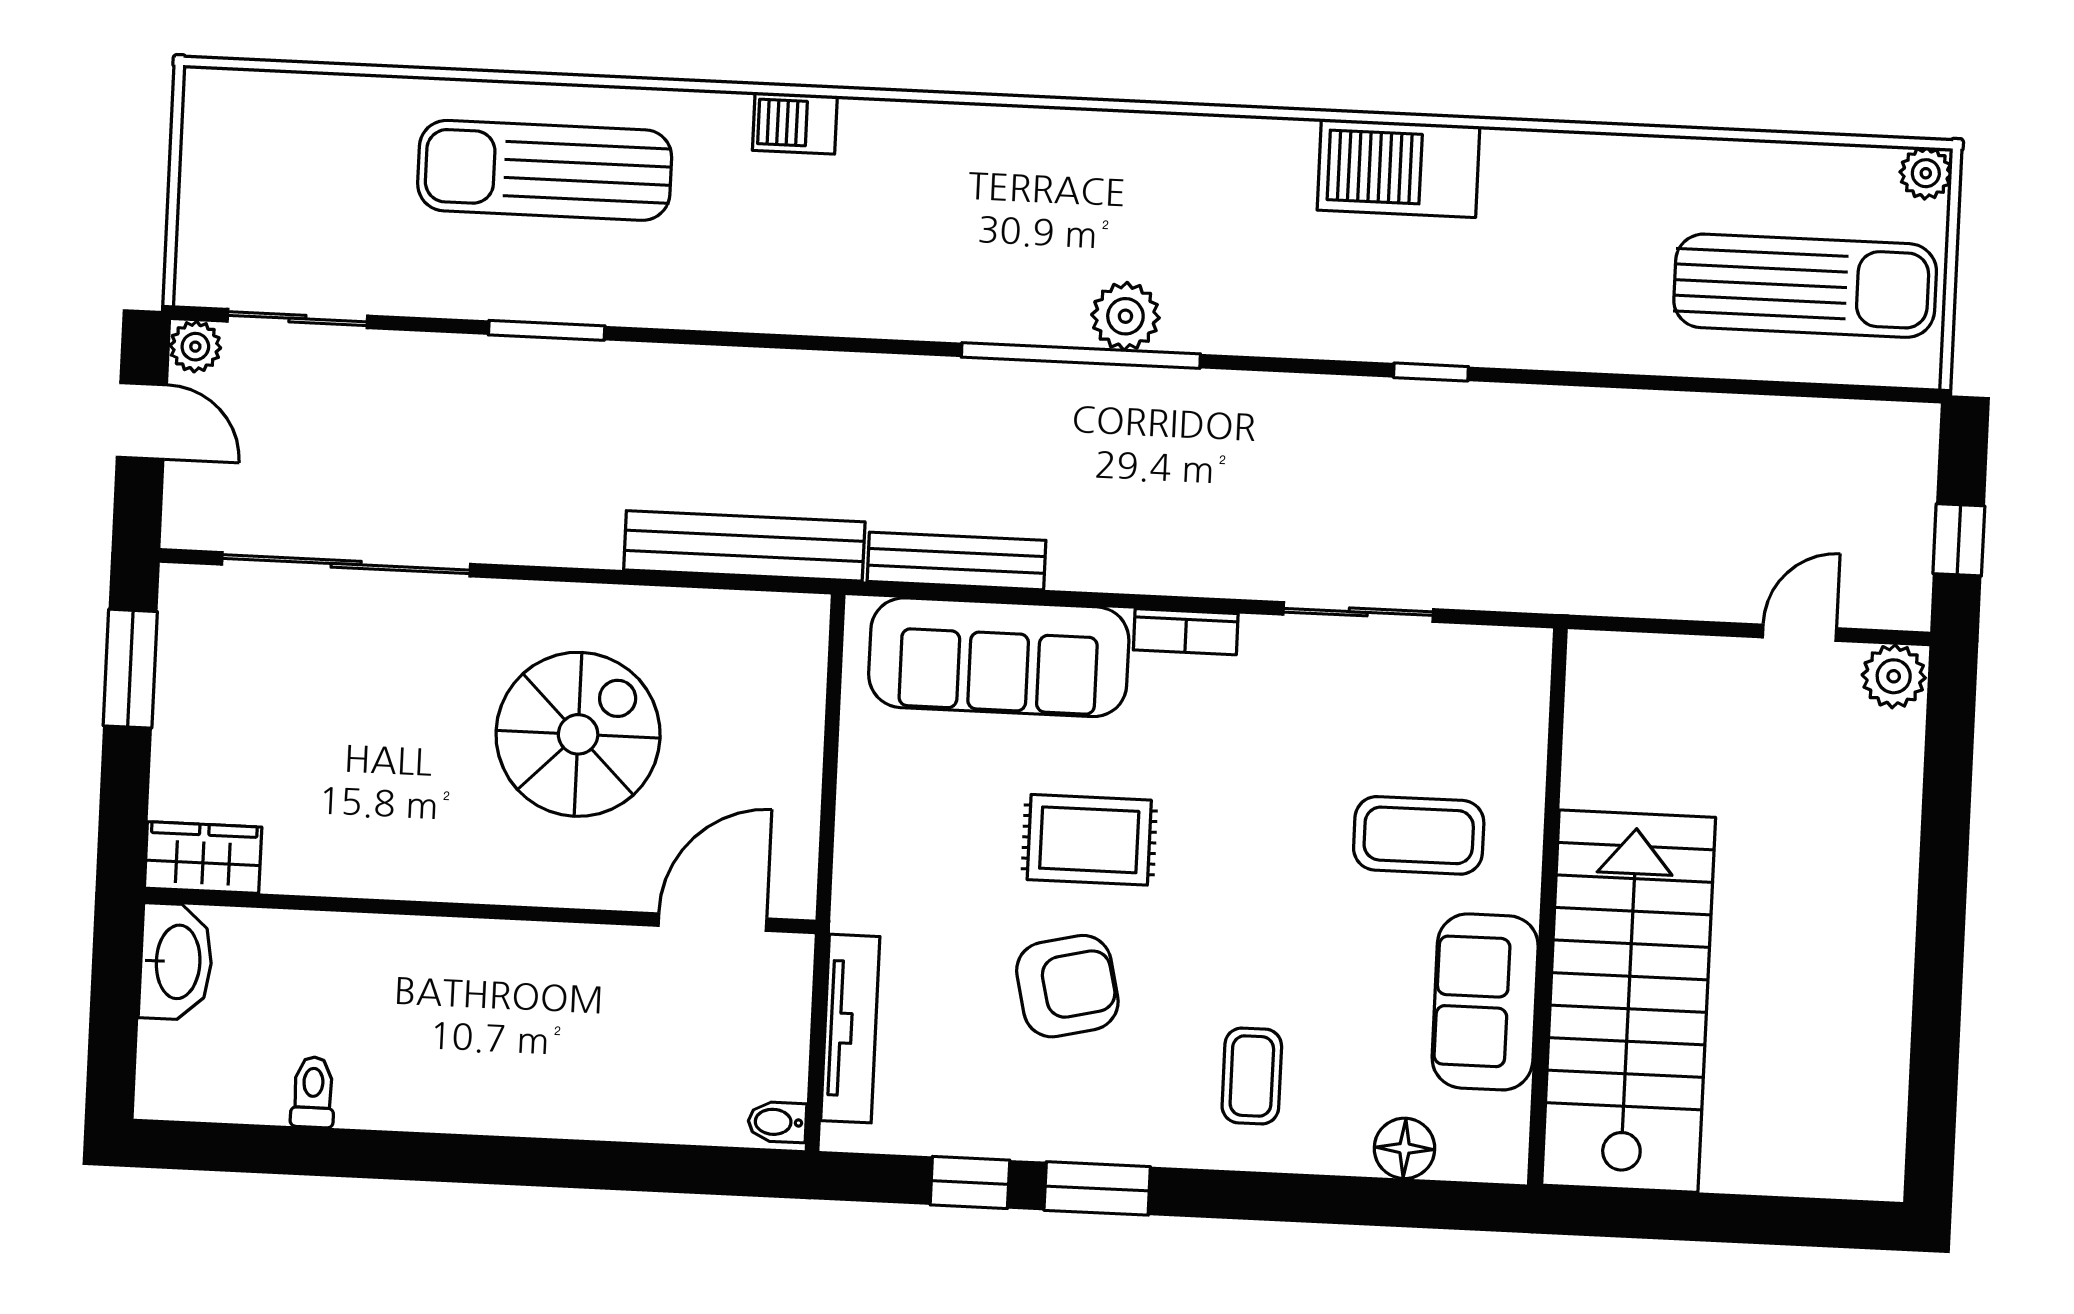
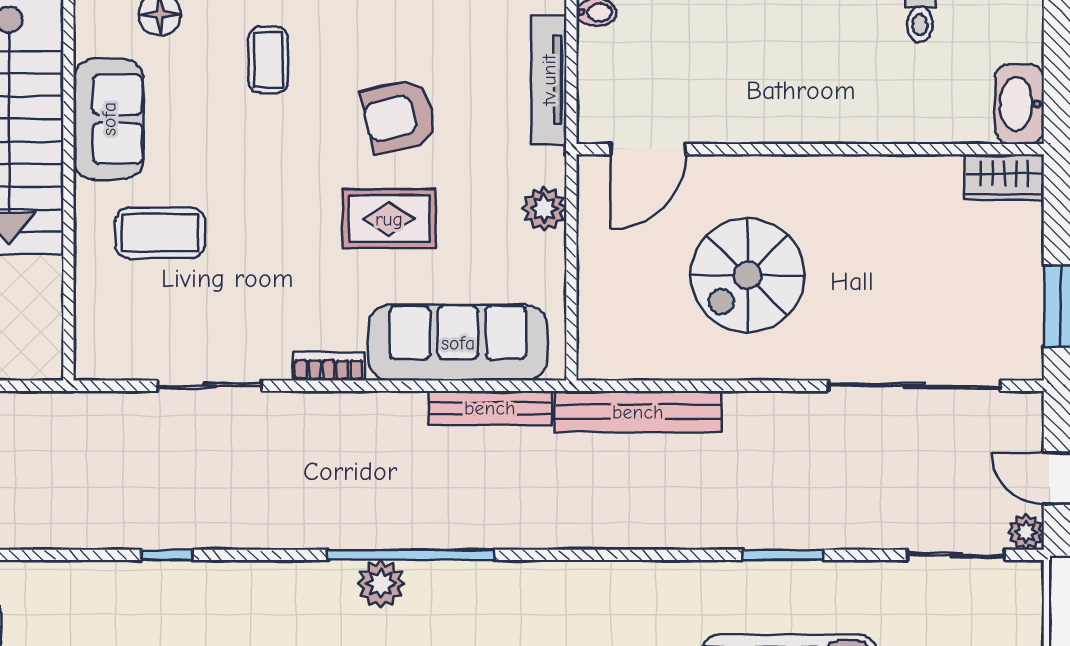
plant: (865, 844) -> (544, 209), added

